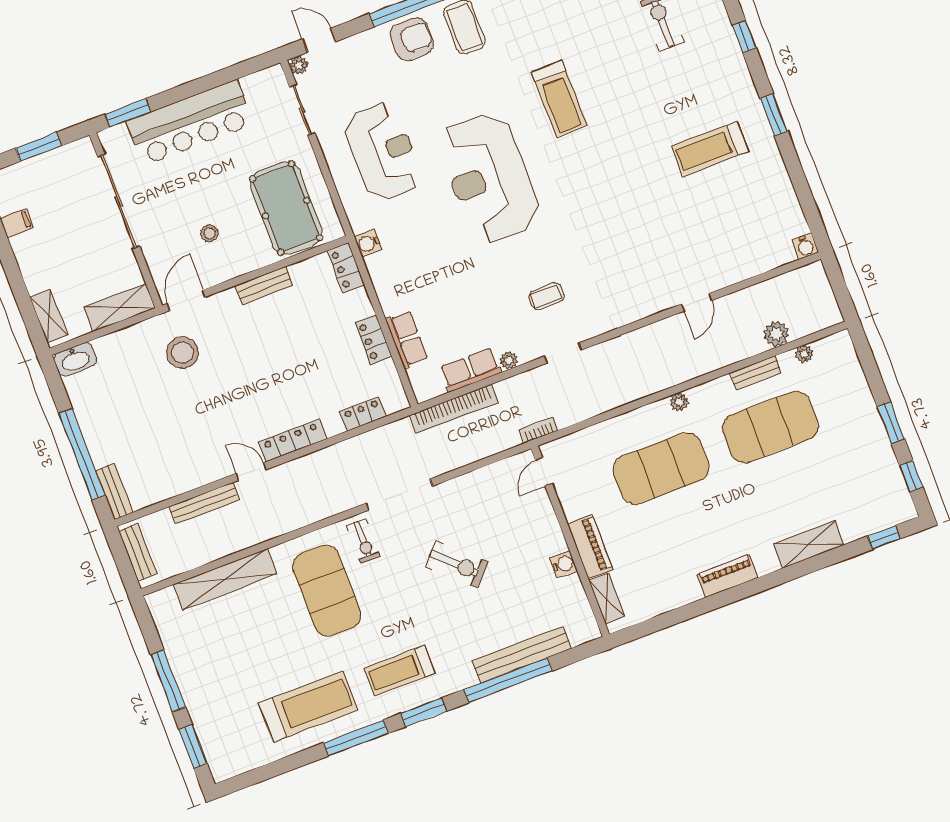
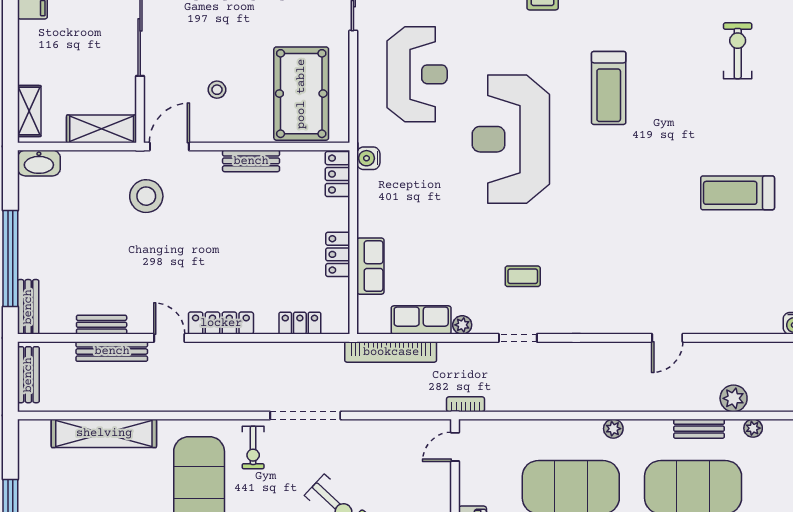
bench: (186, 483) -> (102, 325), added

